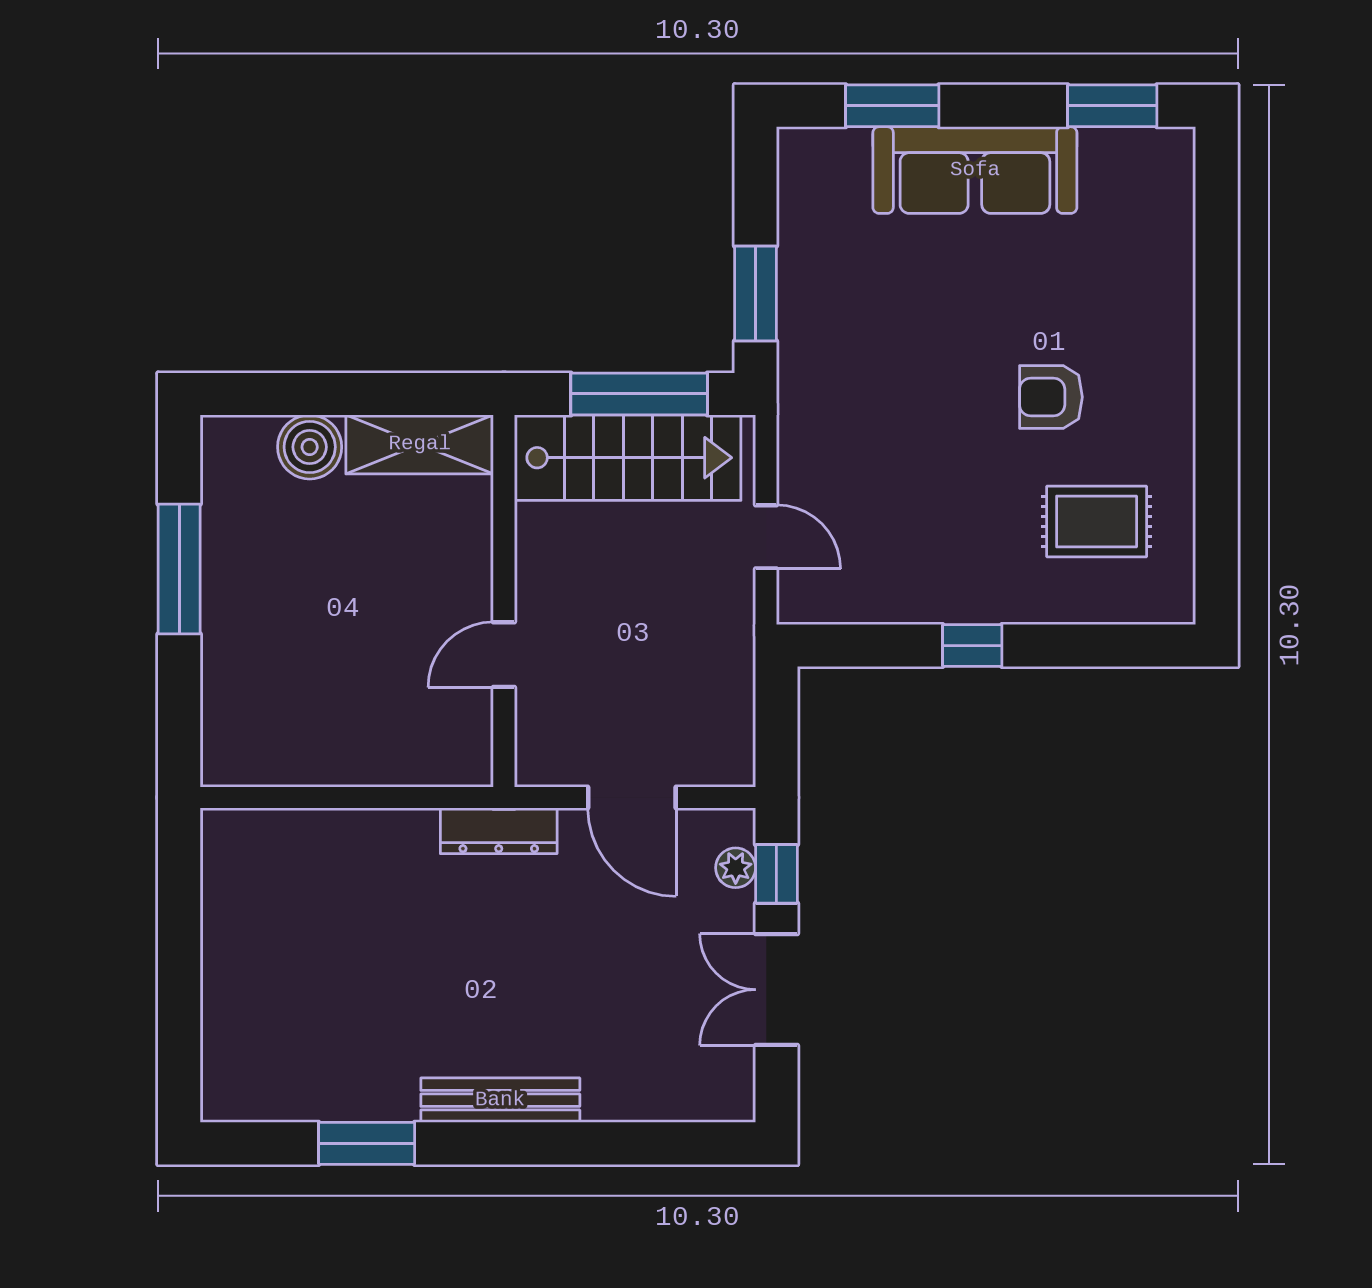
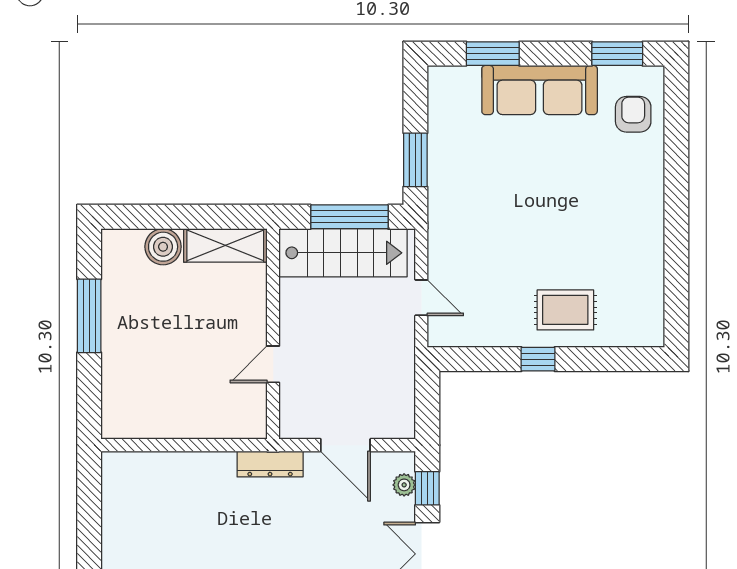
armchair: (1051, 397) -> (633, 114), moved, turned 90
rug: (1097, 521) -> (565, 310), moved

